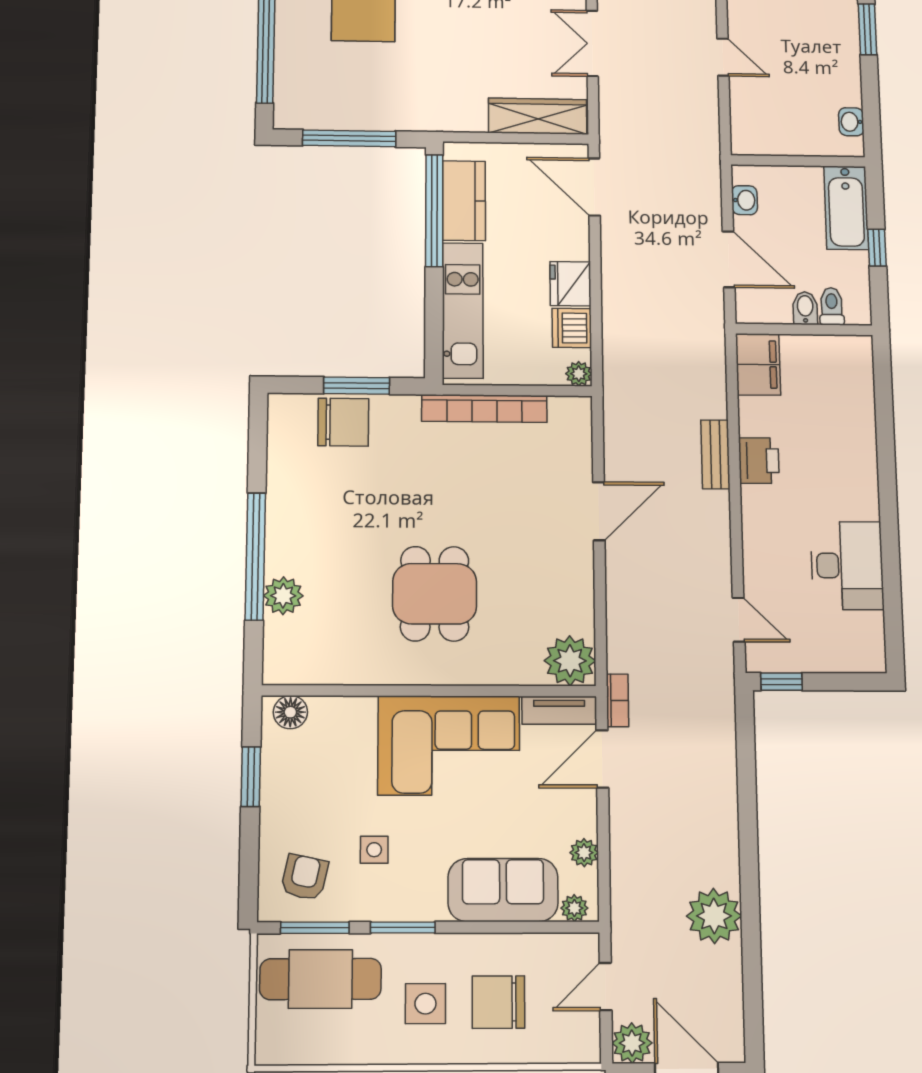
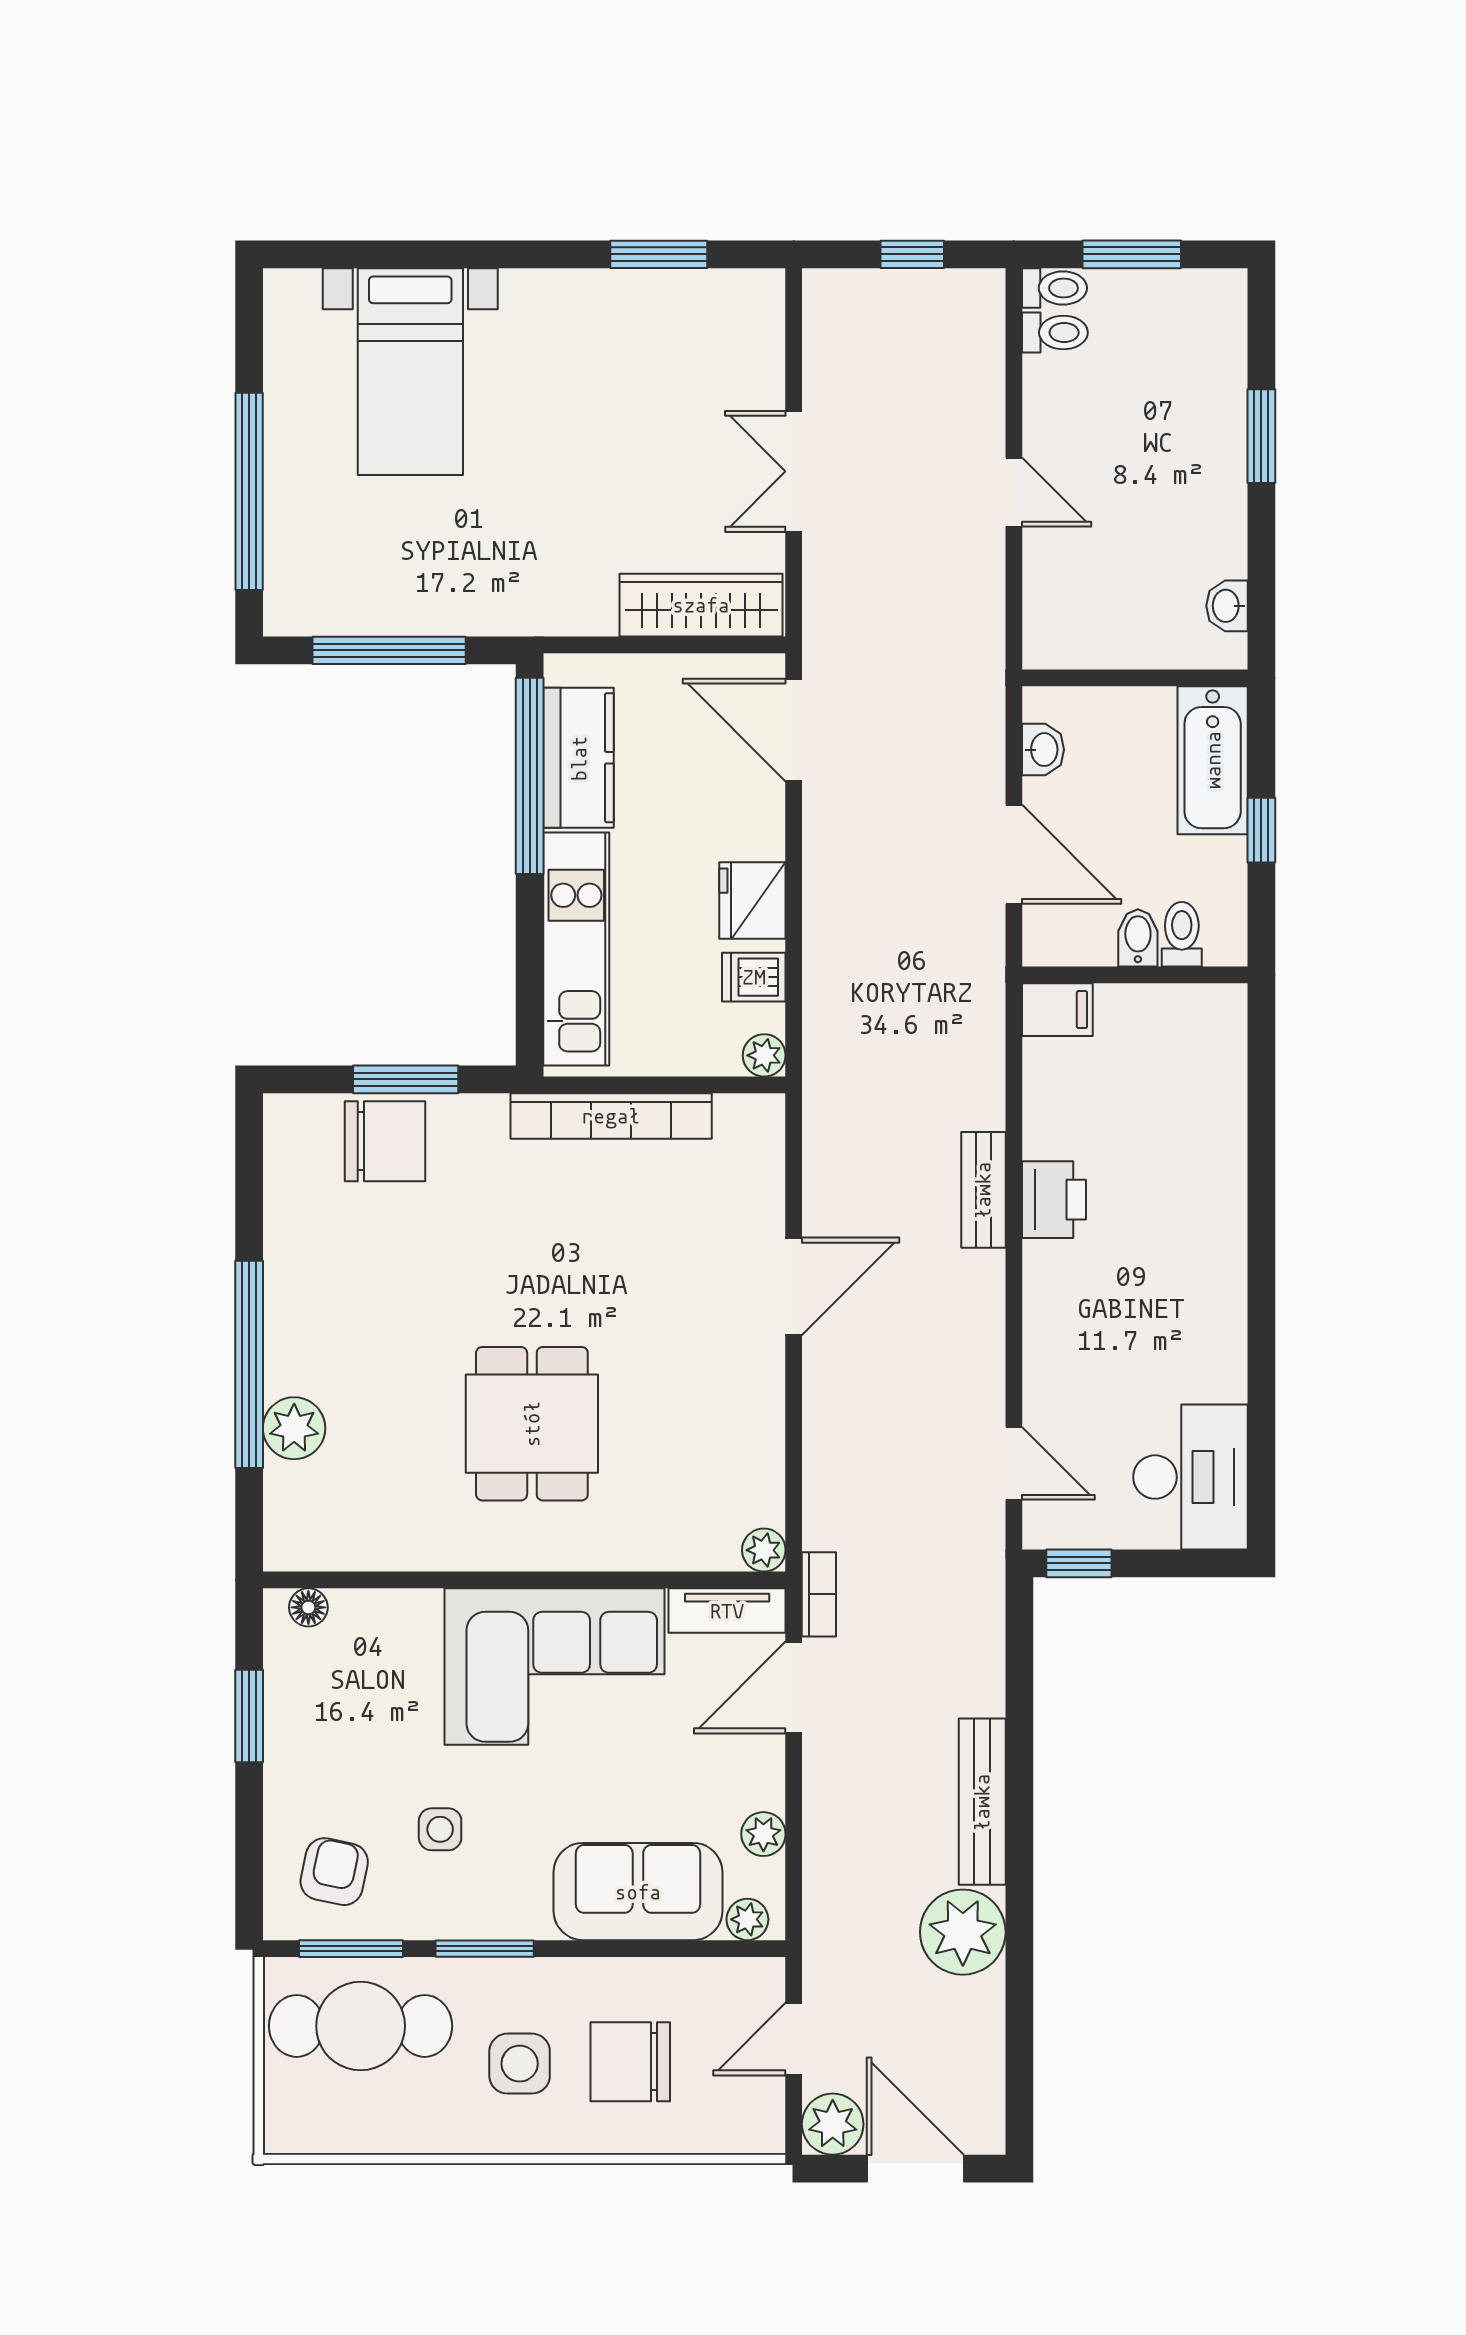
dishwasher: (572, 328) -> (754, 977), width x0.73
filing cabinet: (758, 364) -> (1057, 1010), width x0.50
desk: (847, 566) -> (1190, 1477), moved
plant: (570, 661) -> (764, 1550), width x0.53, depth x0.53
floor lamp: (290, 712) -> (308, 1607), width x0.73, depth x0.73
bench: (724, 832) -> (982, 1802), added

